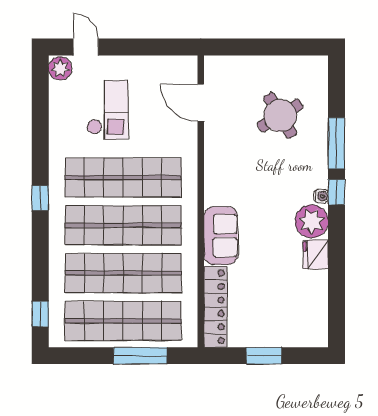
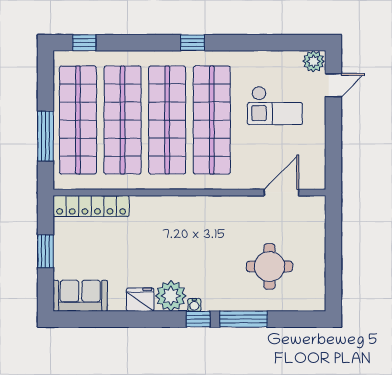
round table: (280, 116) -> (269, 266), turned 31
sofa: (221, 236) -> (80, 296), moved, turned 180

